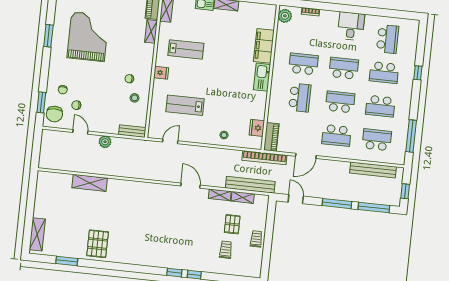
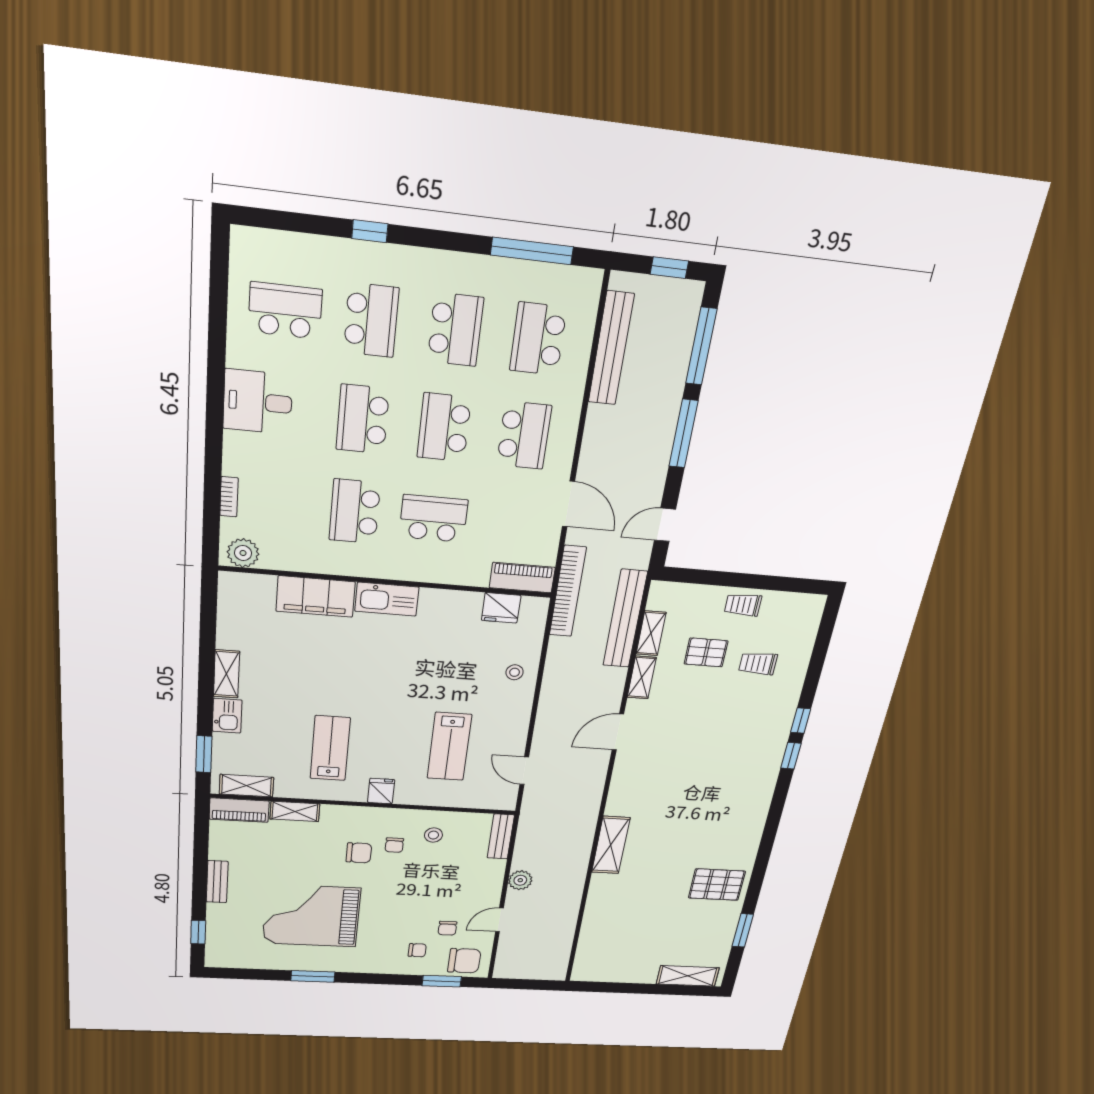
chair: (125, 61) -> (359, 853), added
shelving: (90, 183) -> (611, 845), moved

